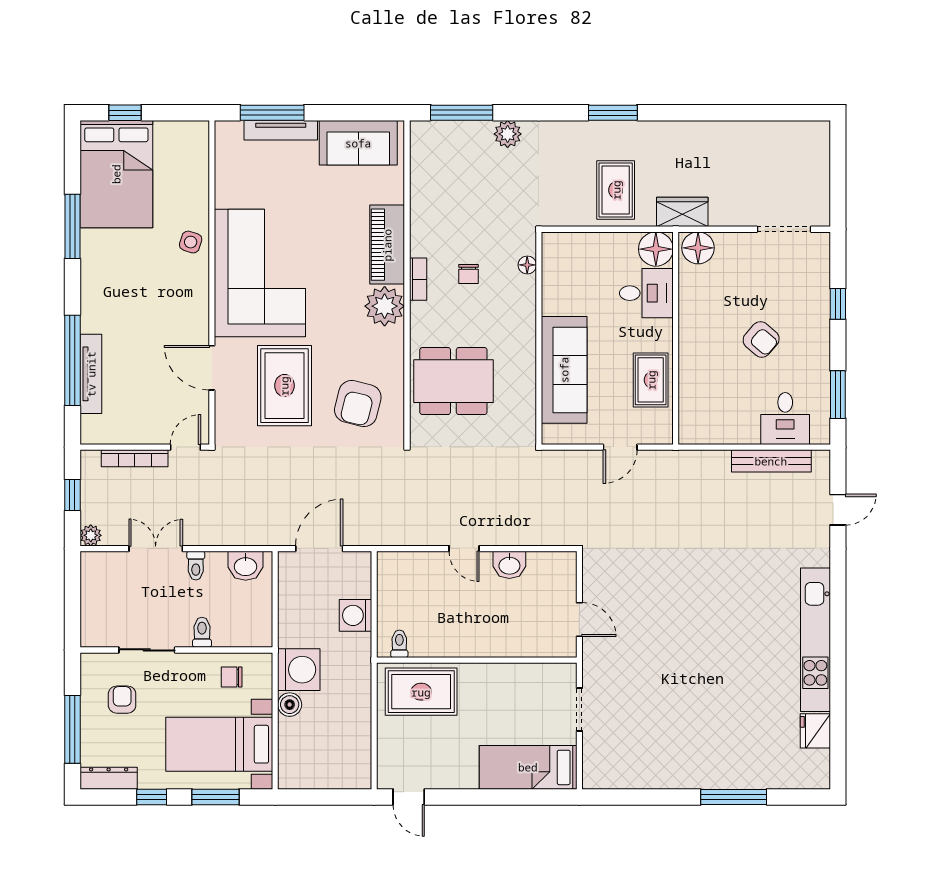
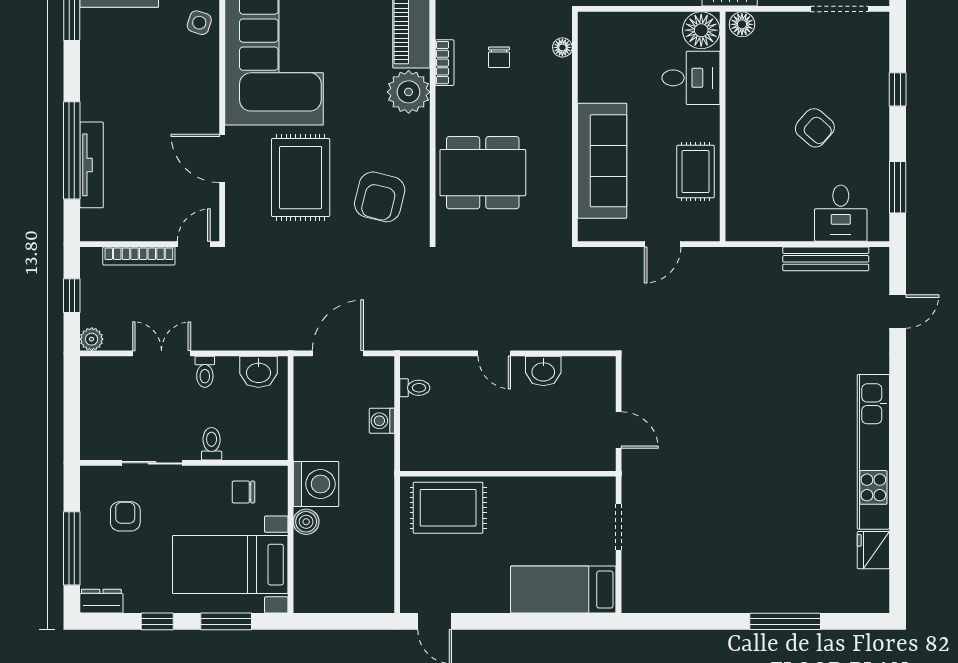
floor lamp: (698, 248) -> (742, 24), width x0.73, depth x0.73
washing machine: (355, 615) -> (382, 421), width x0.73, depth x0.73
toilet: (399, 644) -> (415, 388), moved, turned 90
dresser: (109, 778) -> (101, 601), width x0.70

